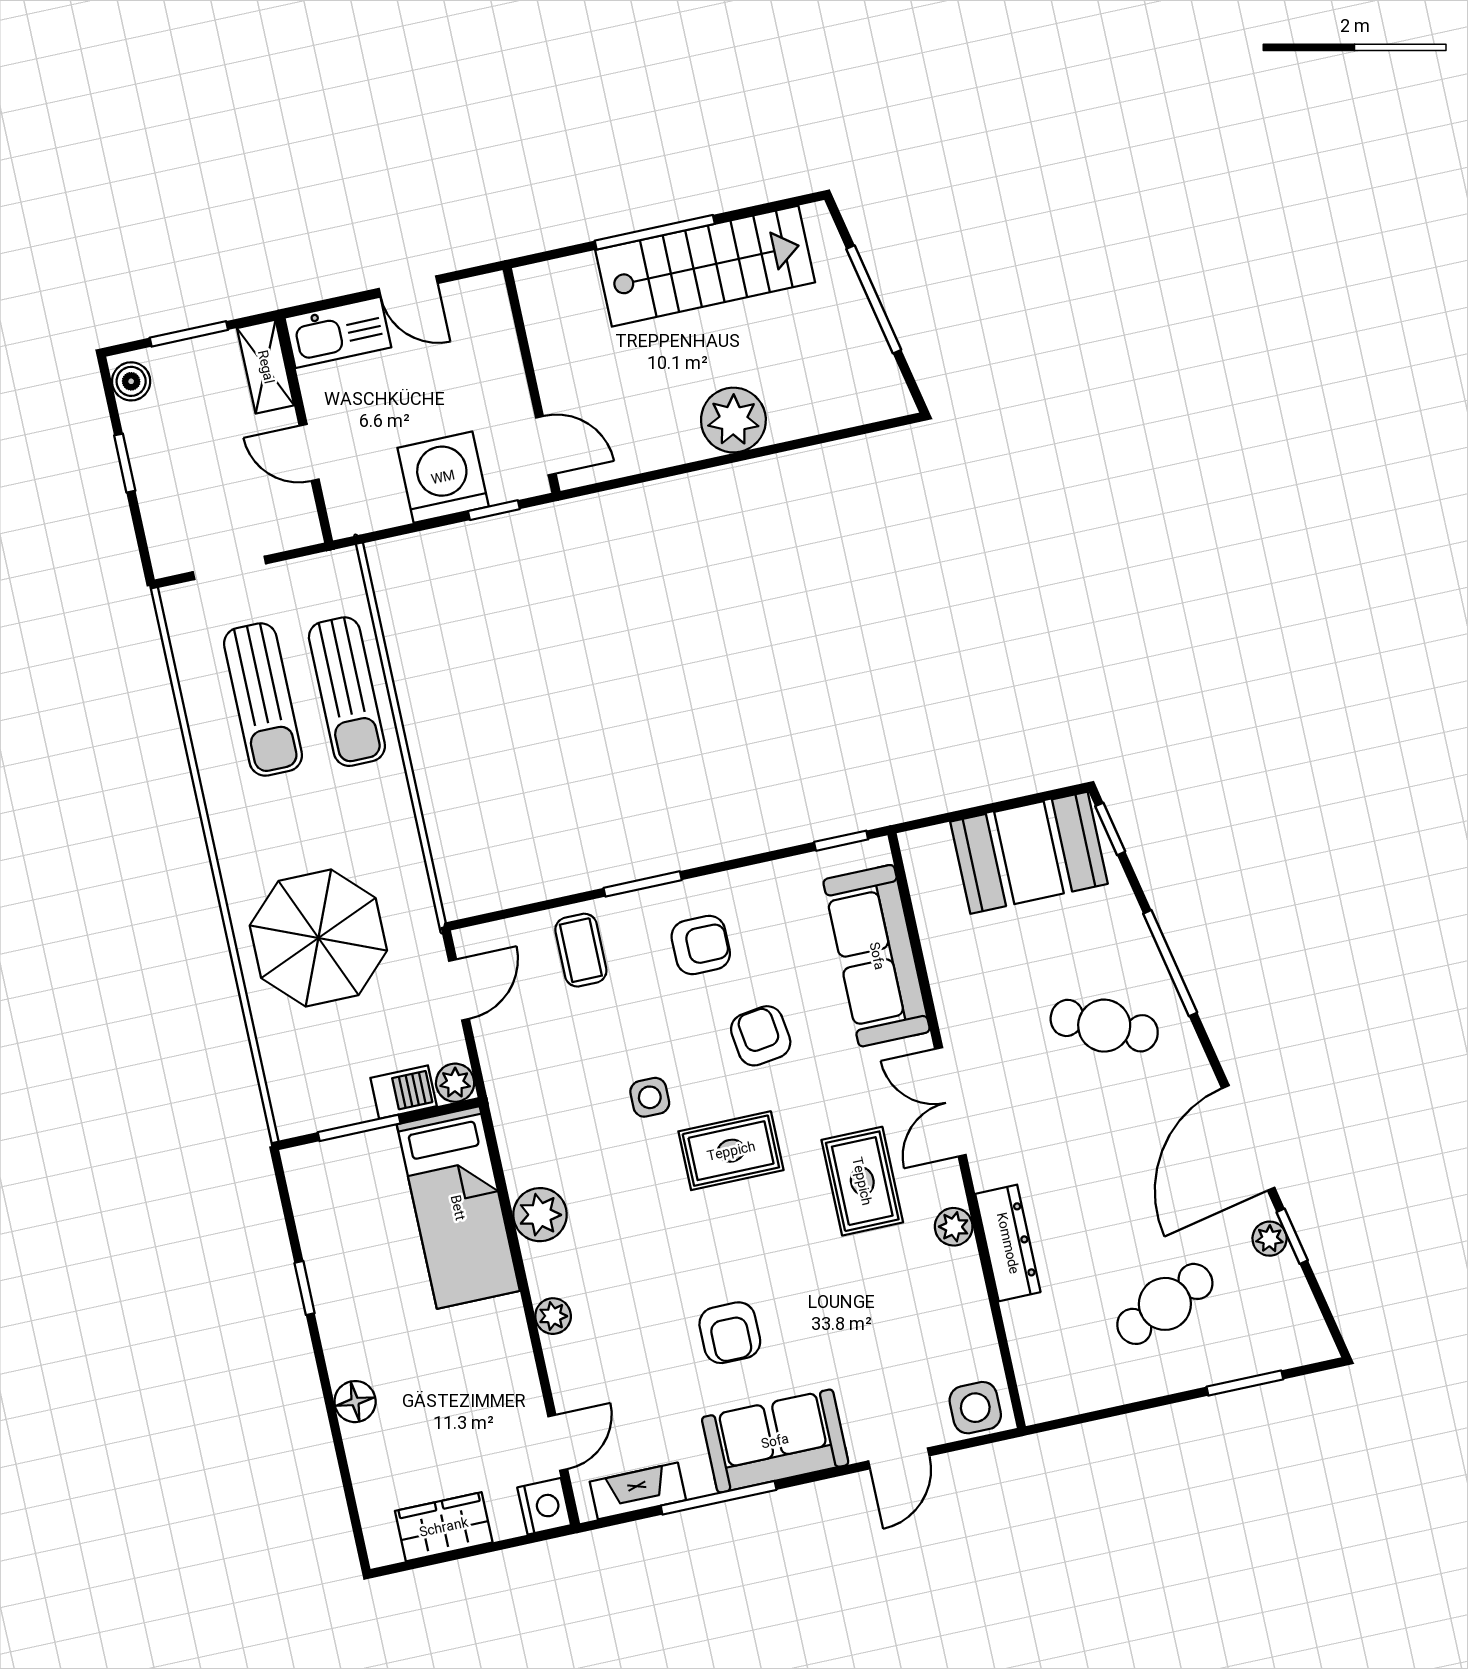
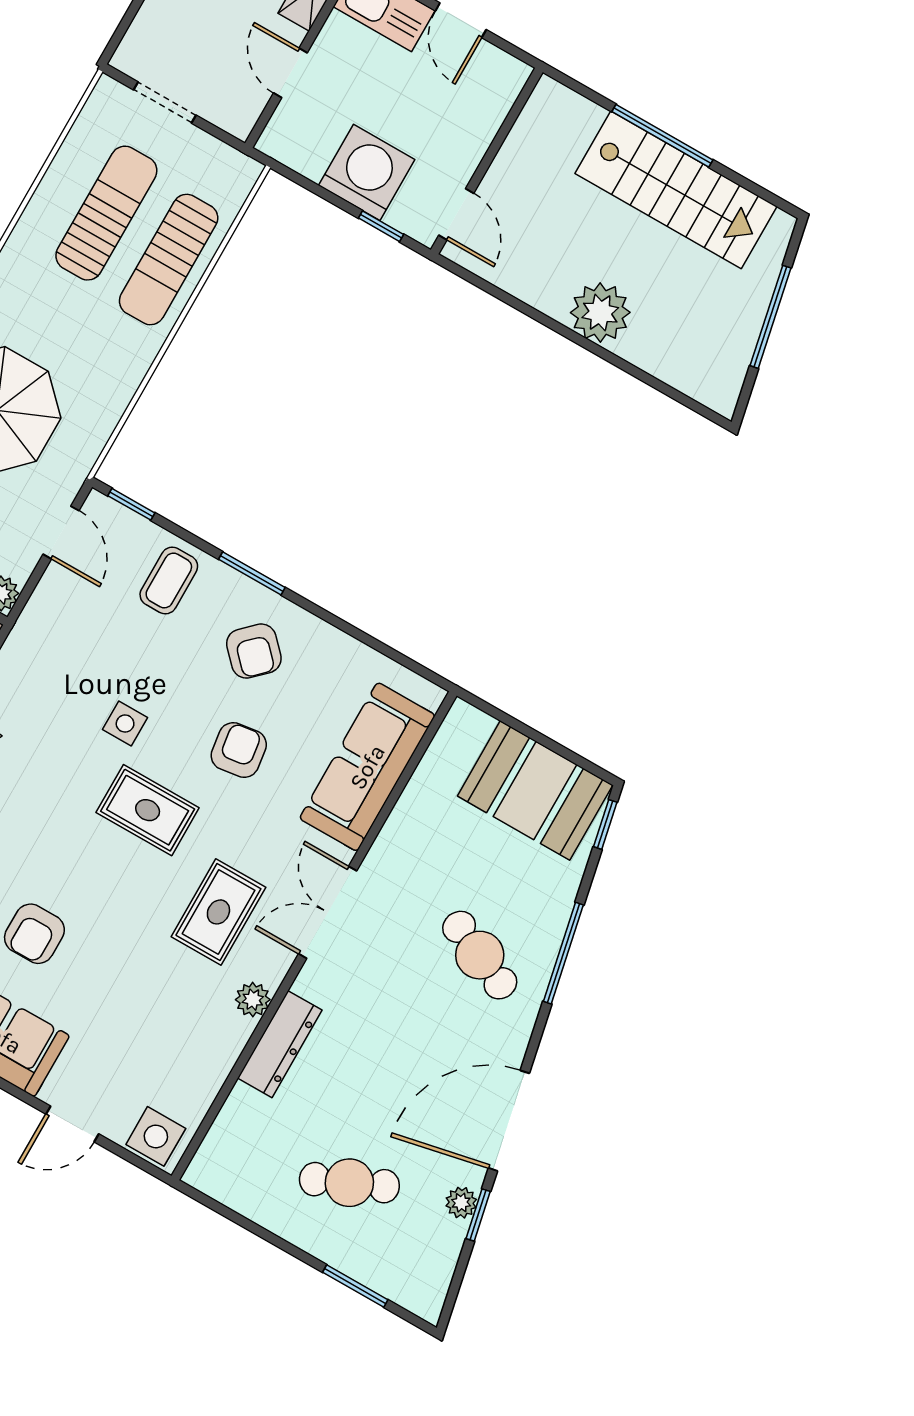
sun lounger: (263, 699) -> (106, 213), turned 180
window: (841, 841) -> (131, 504), moved
armchair: (701, 945) -> (254, 651), turned 46
door: (459, 990) -> (61, 532), hinge flipped

